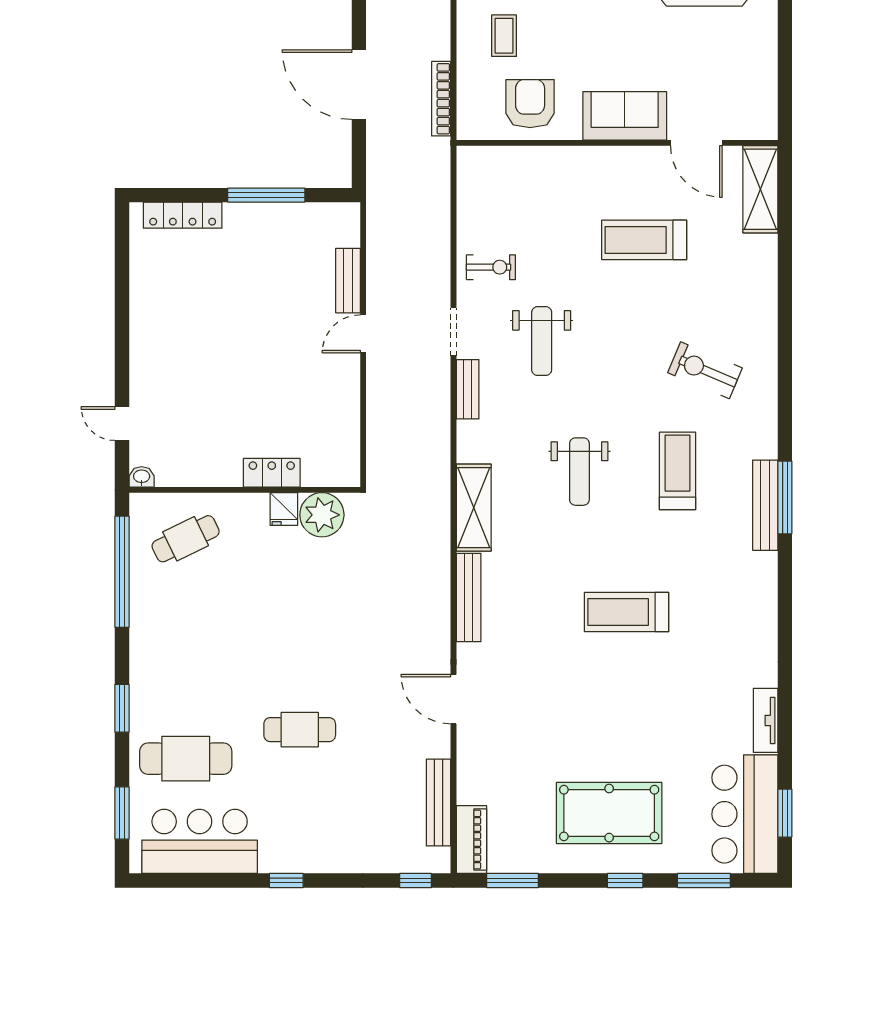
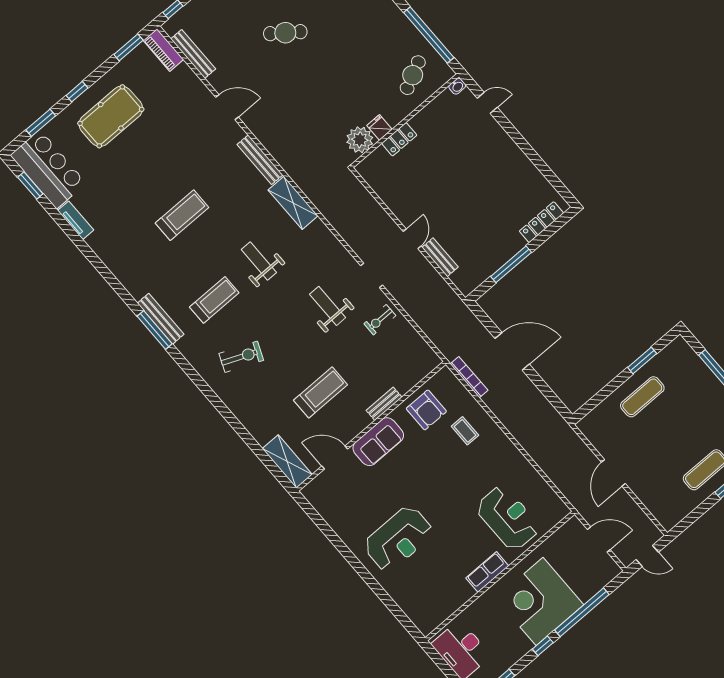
bench: (468, 389) -> (384, 404), moved, turned 90
treadmill: (677, 471) -> (214, 300), turned -90
cafe table: (300, 730) -> (285, 33), turned 37

